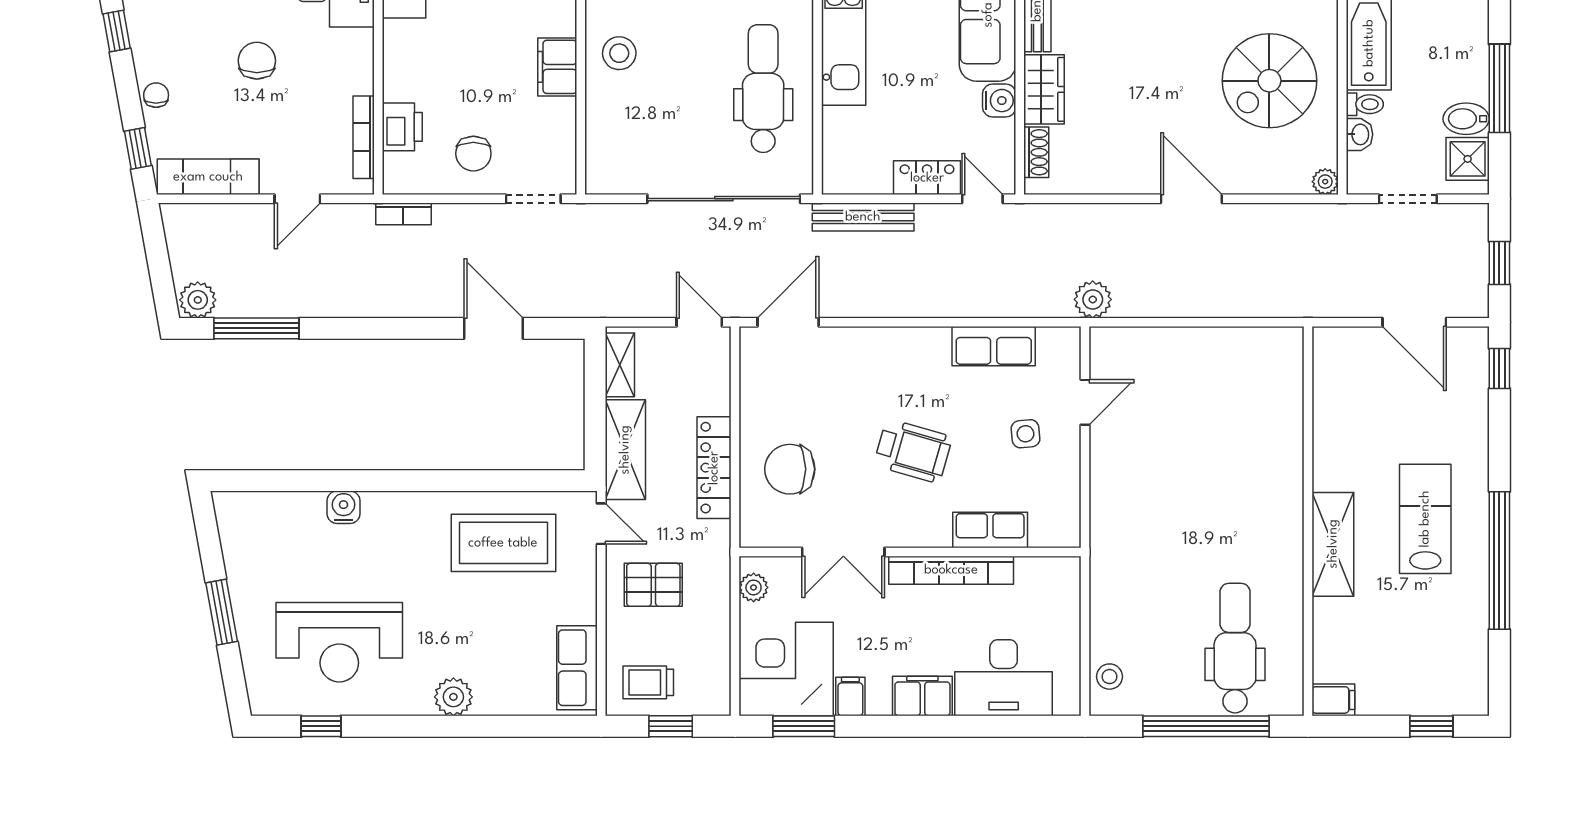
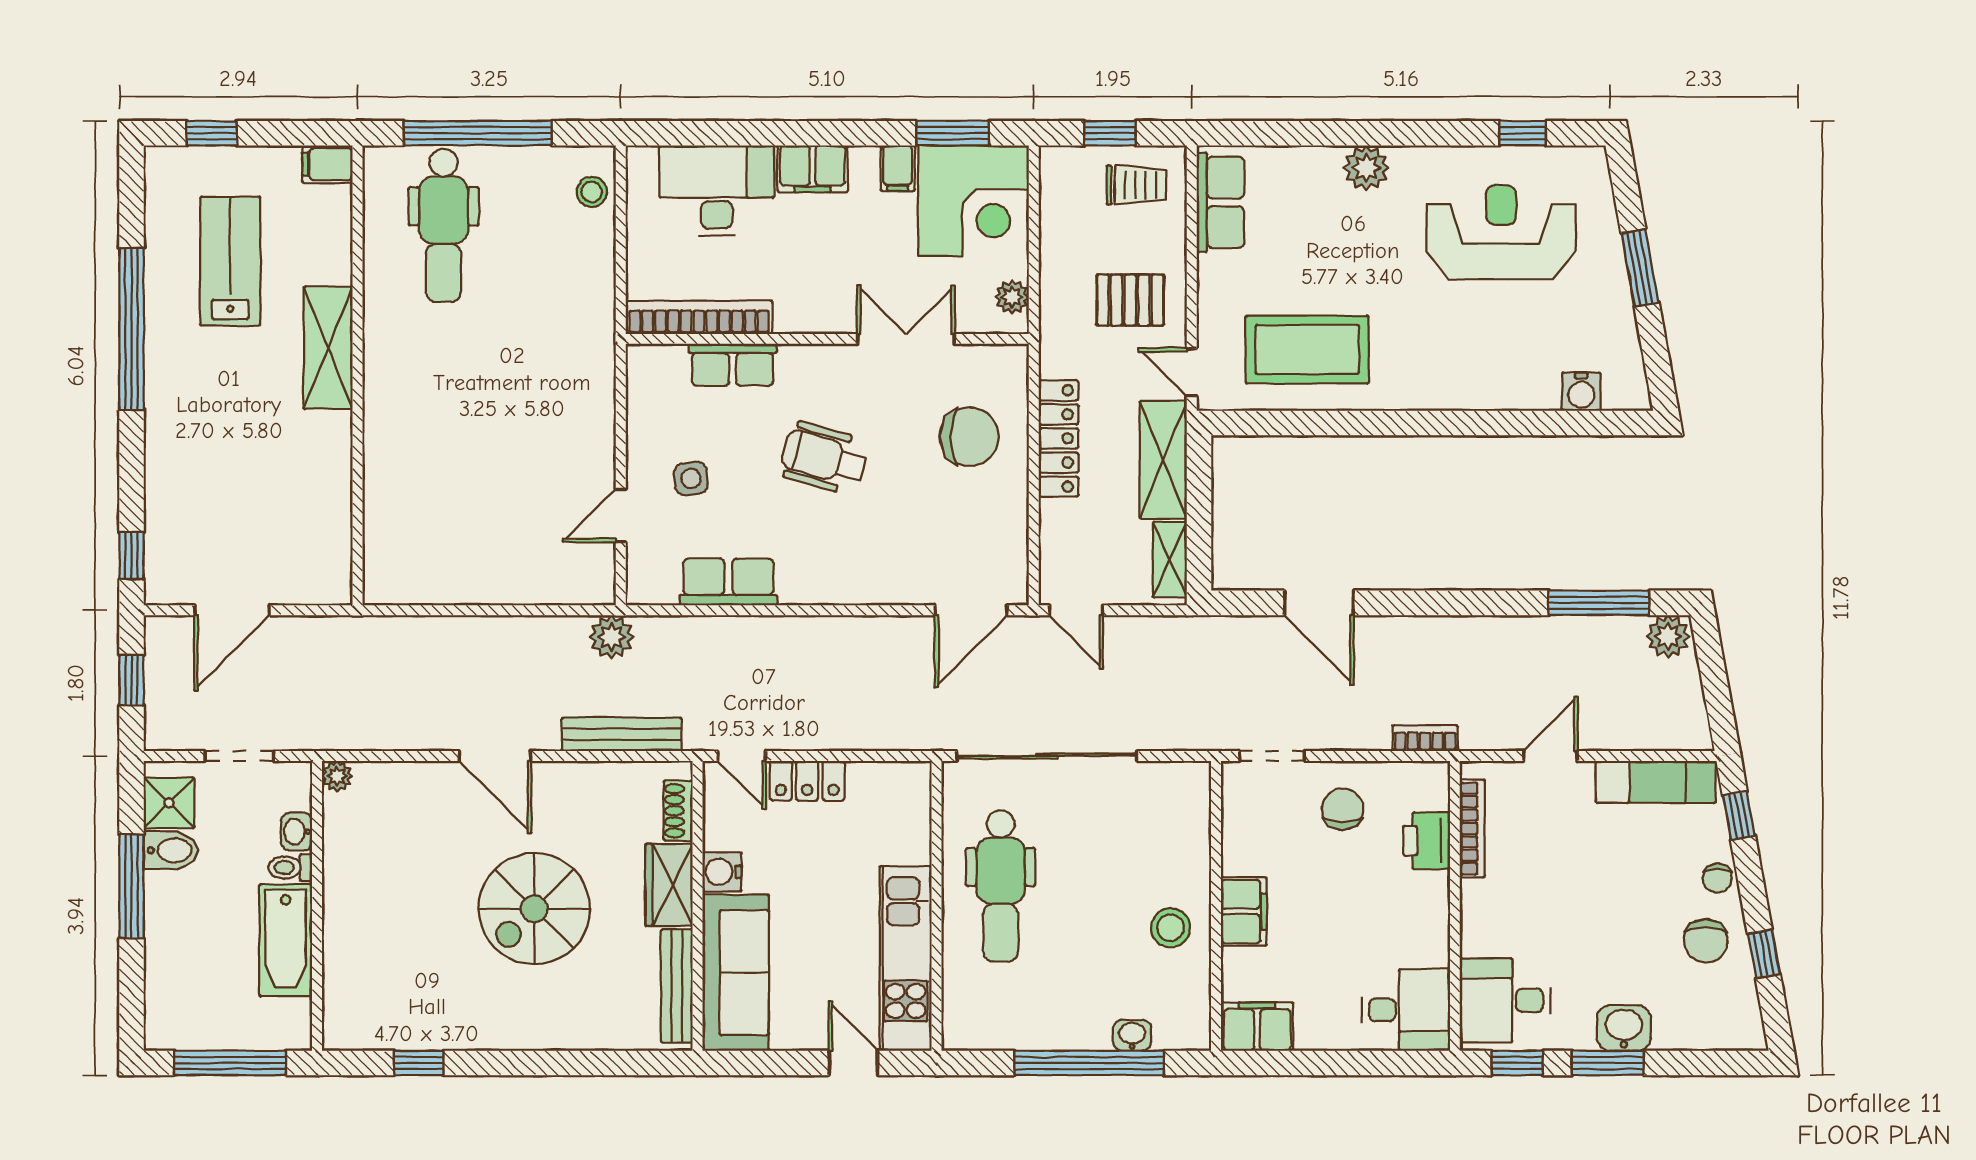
chair: (257, 61) -> (1706, 941), moved
spiral stairs: (1269, 81) -> (534, 909), moved, turned 180
bench: (863, 217) -> (622, 734), moved
door: (1414, 322) -> (232, 610), swing flipped
water cooler: (344, 507) -> (1581, 392), moved
lab bench: (1425, 519) -> (230, 261), moved, turned 180
bookcase: (951, 570) -> (699, 317), moved

